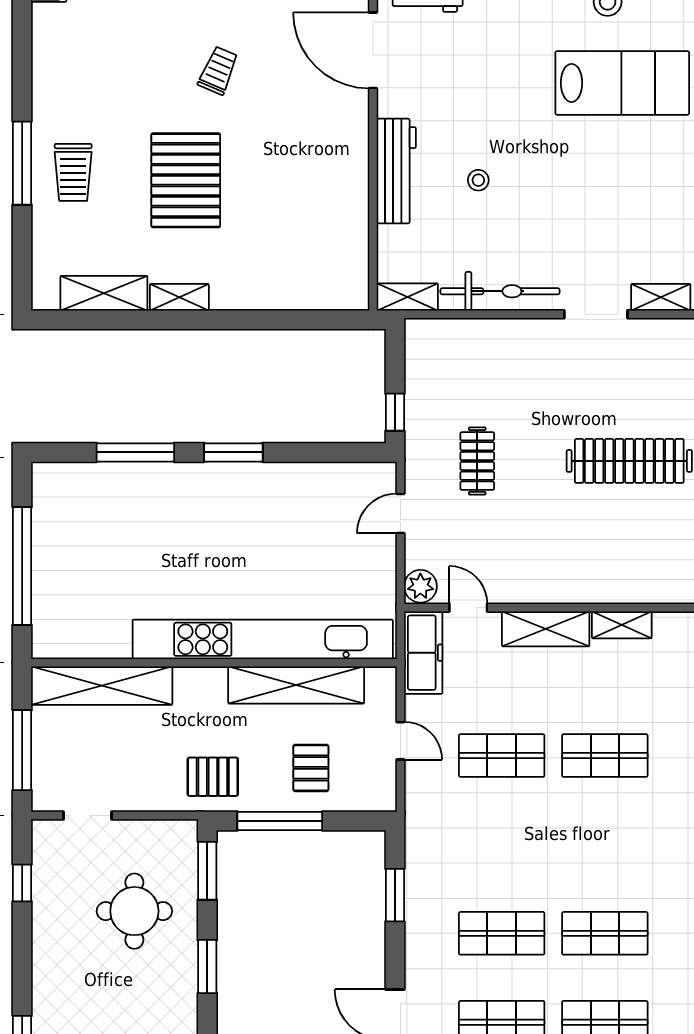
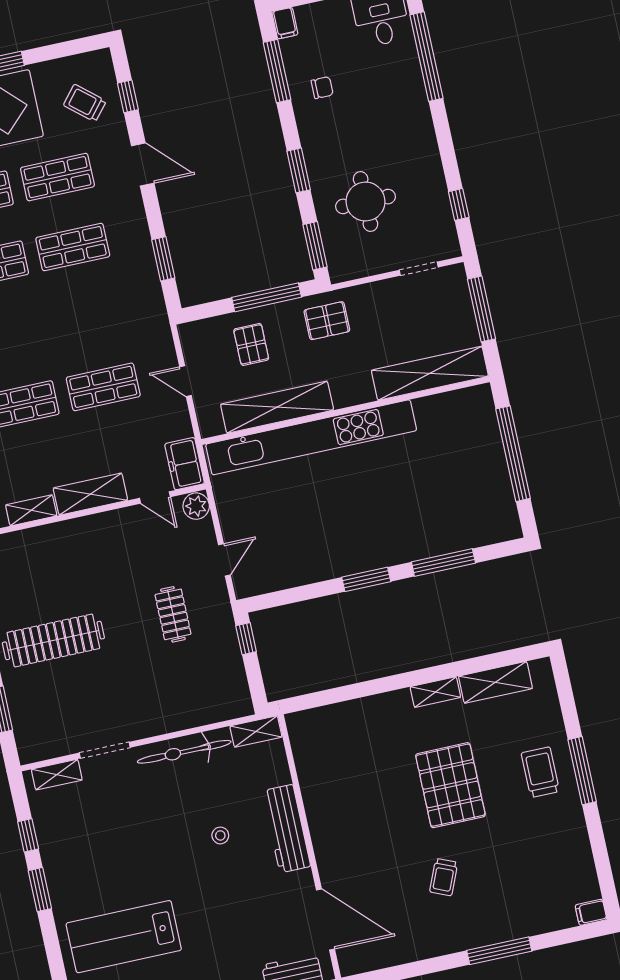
freezer: (423, 653) -> (185, 464), width x0.71

